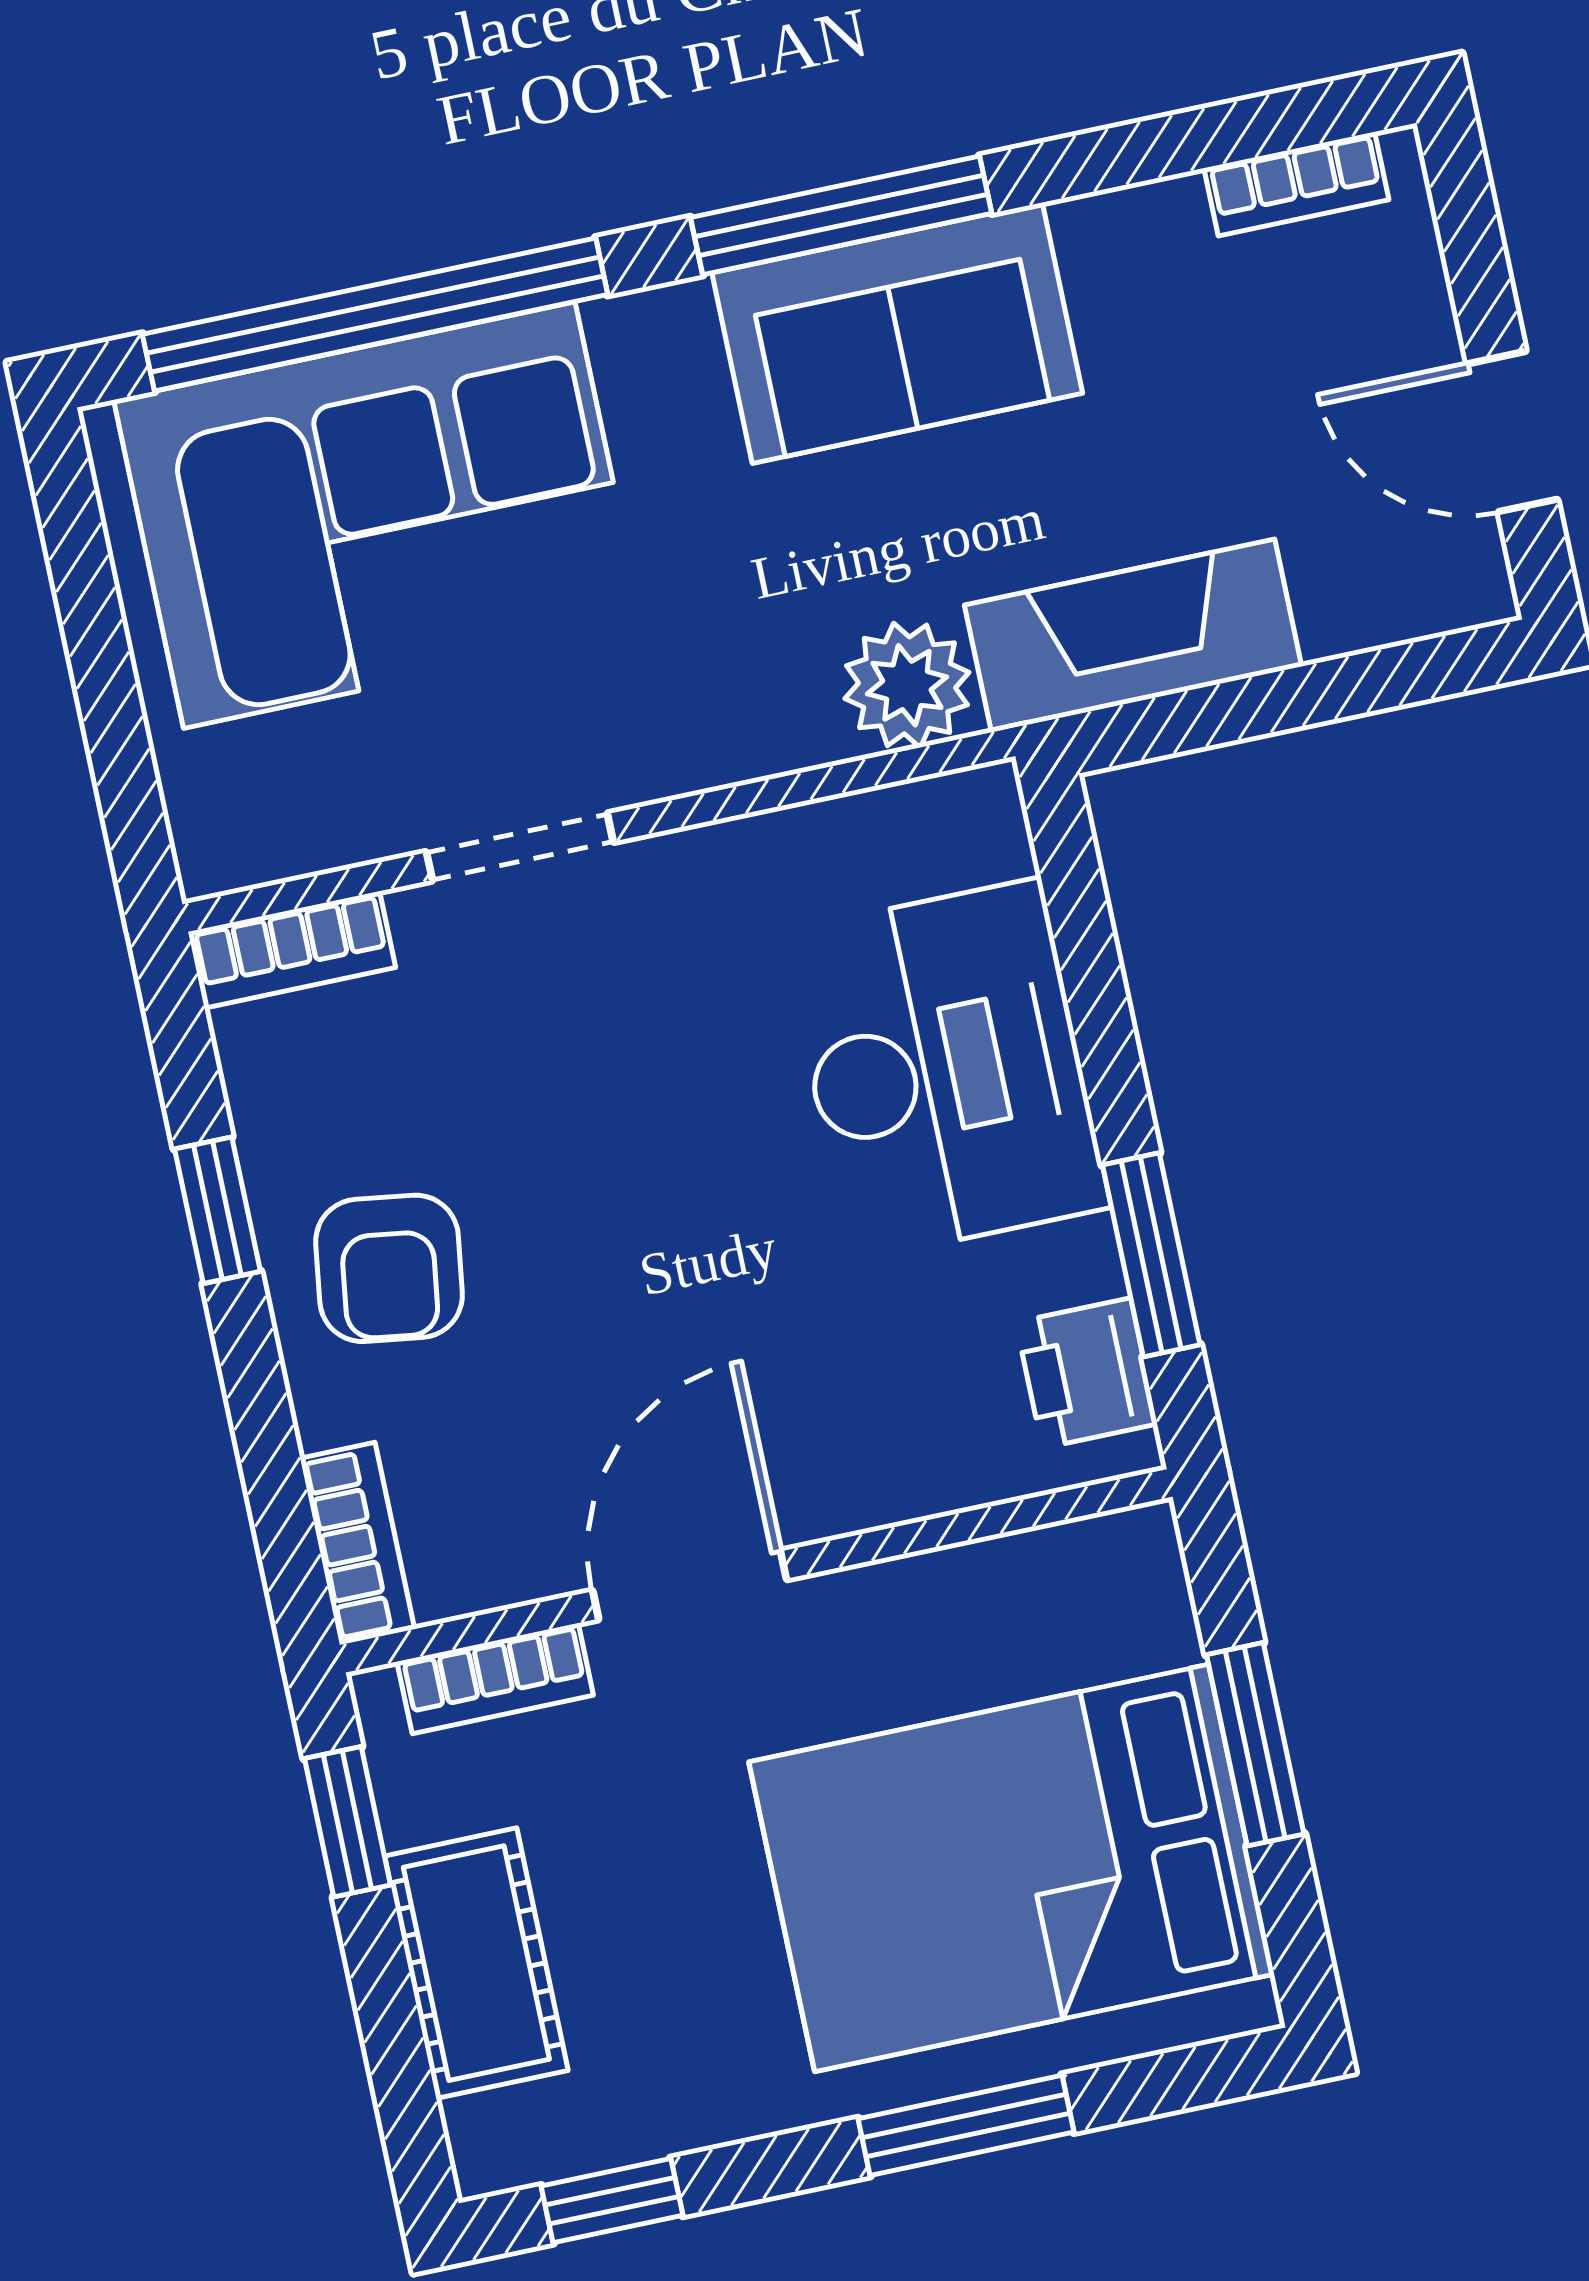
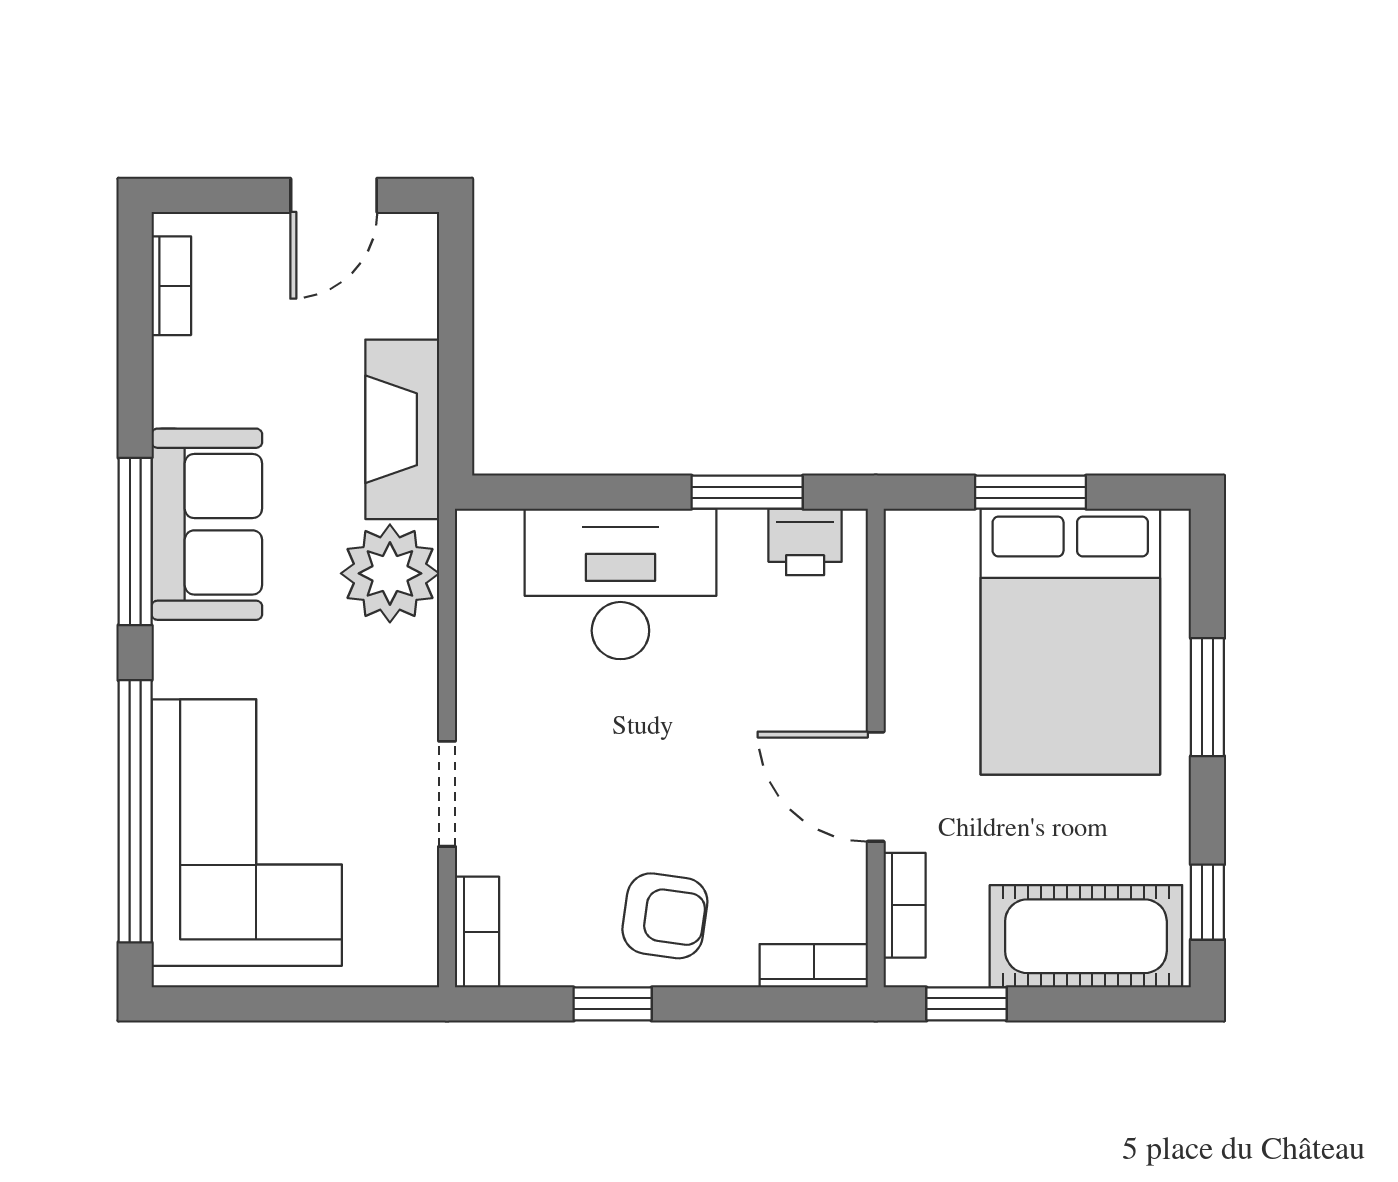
plant: (907, 685) -> (390, 573), width x1.36, depth x1.36
cot: (476, 1963) -> (1086, 936), width x1.37, depth x1.34

